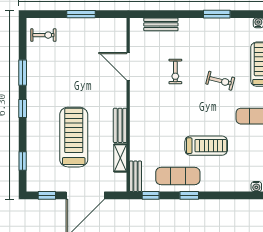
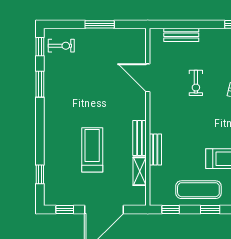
window: (23, 109) -> (40, 47), moved
treadmill: (74, 137) -> (92, 150), width x0.73, depth x0.73
bench: (136, 176) -> (155, 149), moved

